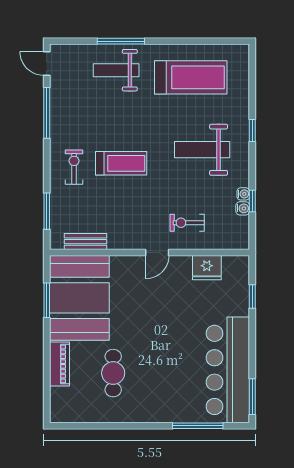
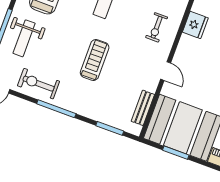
window: (47, 113) -> (56, 109), moved
exercise bike: (74, 167) -> (39, 84), moved, width x1.38, depth x1.39
door: (157, 253) -> (166, 71), moved

